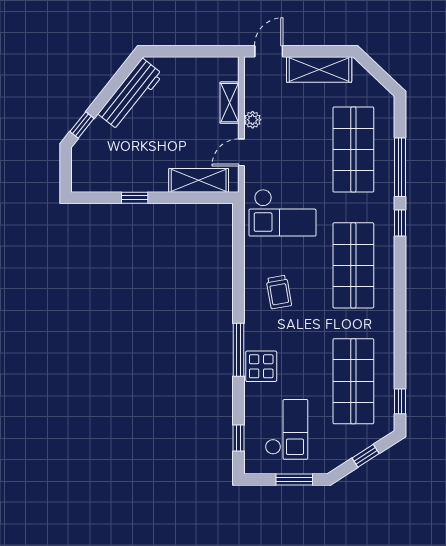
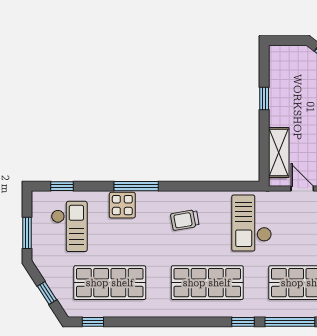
checkout: (287, 429) -> (69, 226), turned -90

